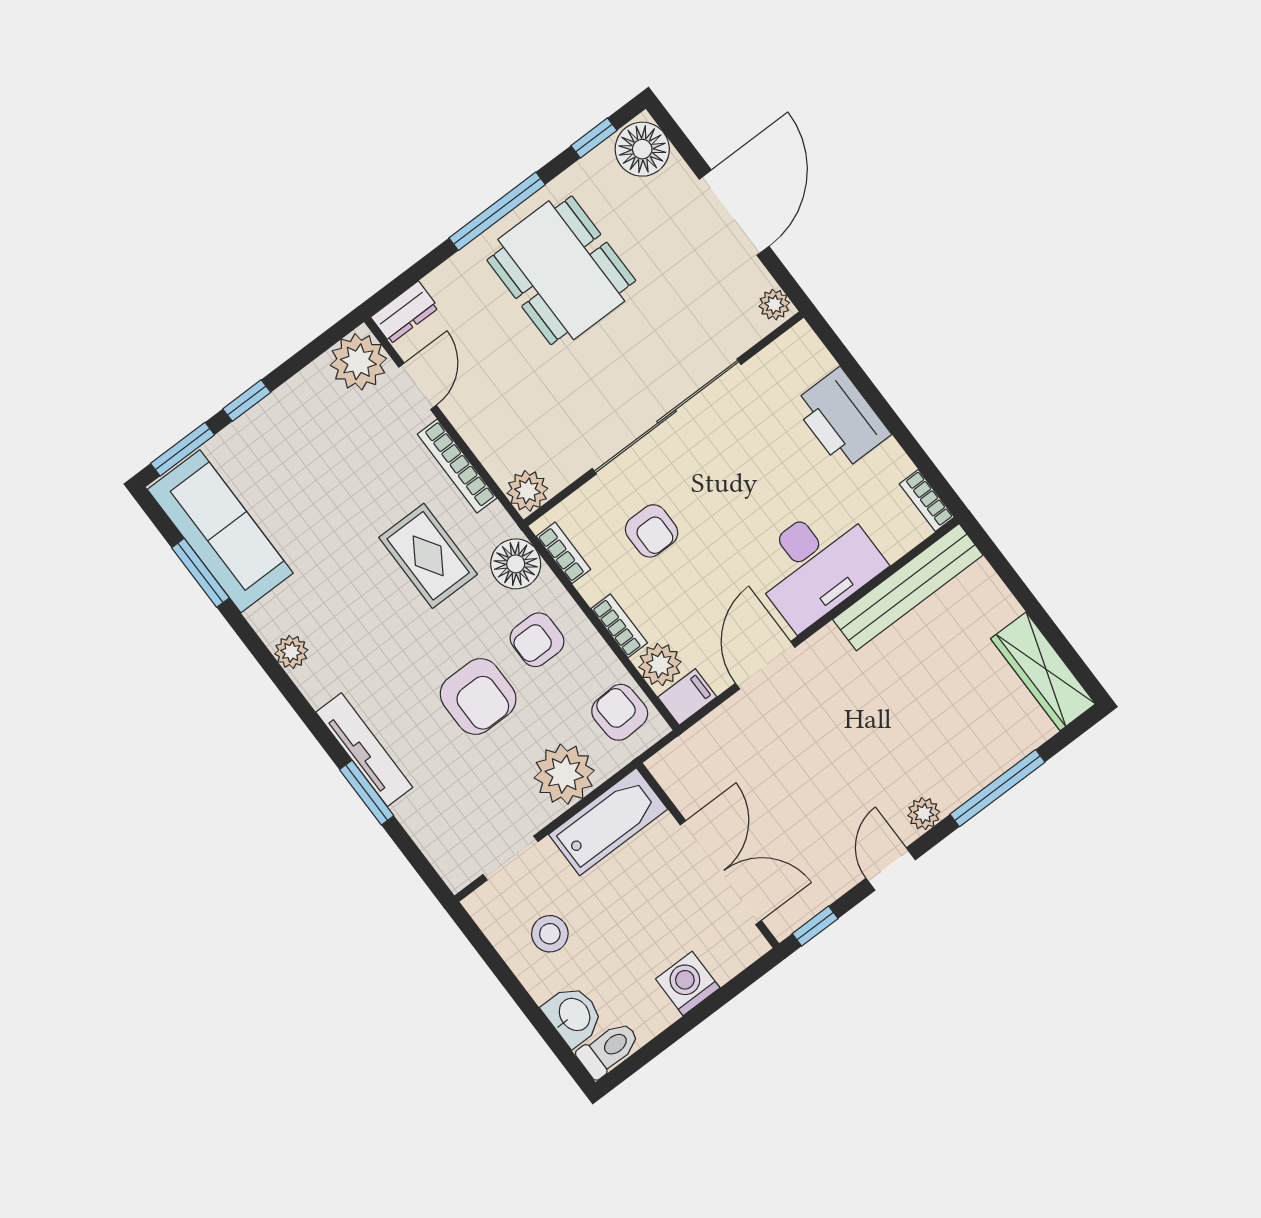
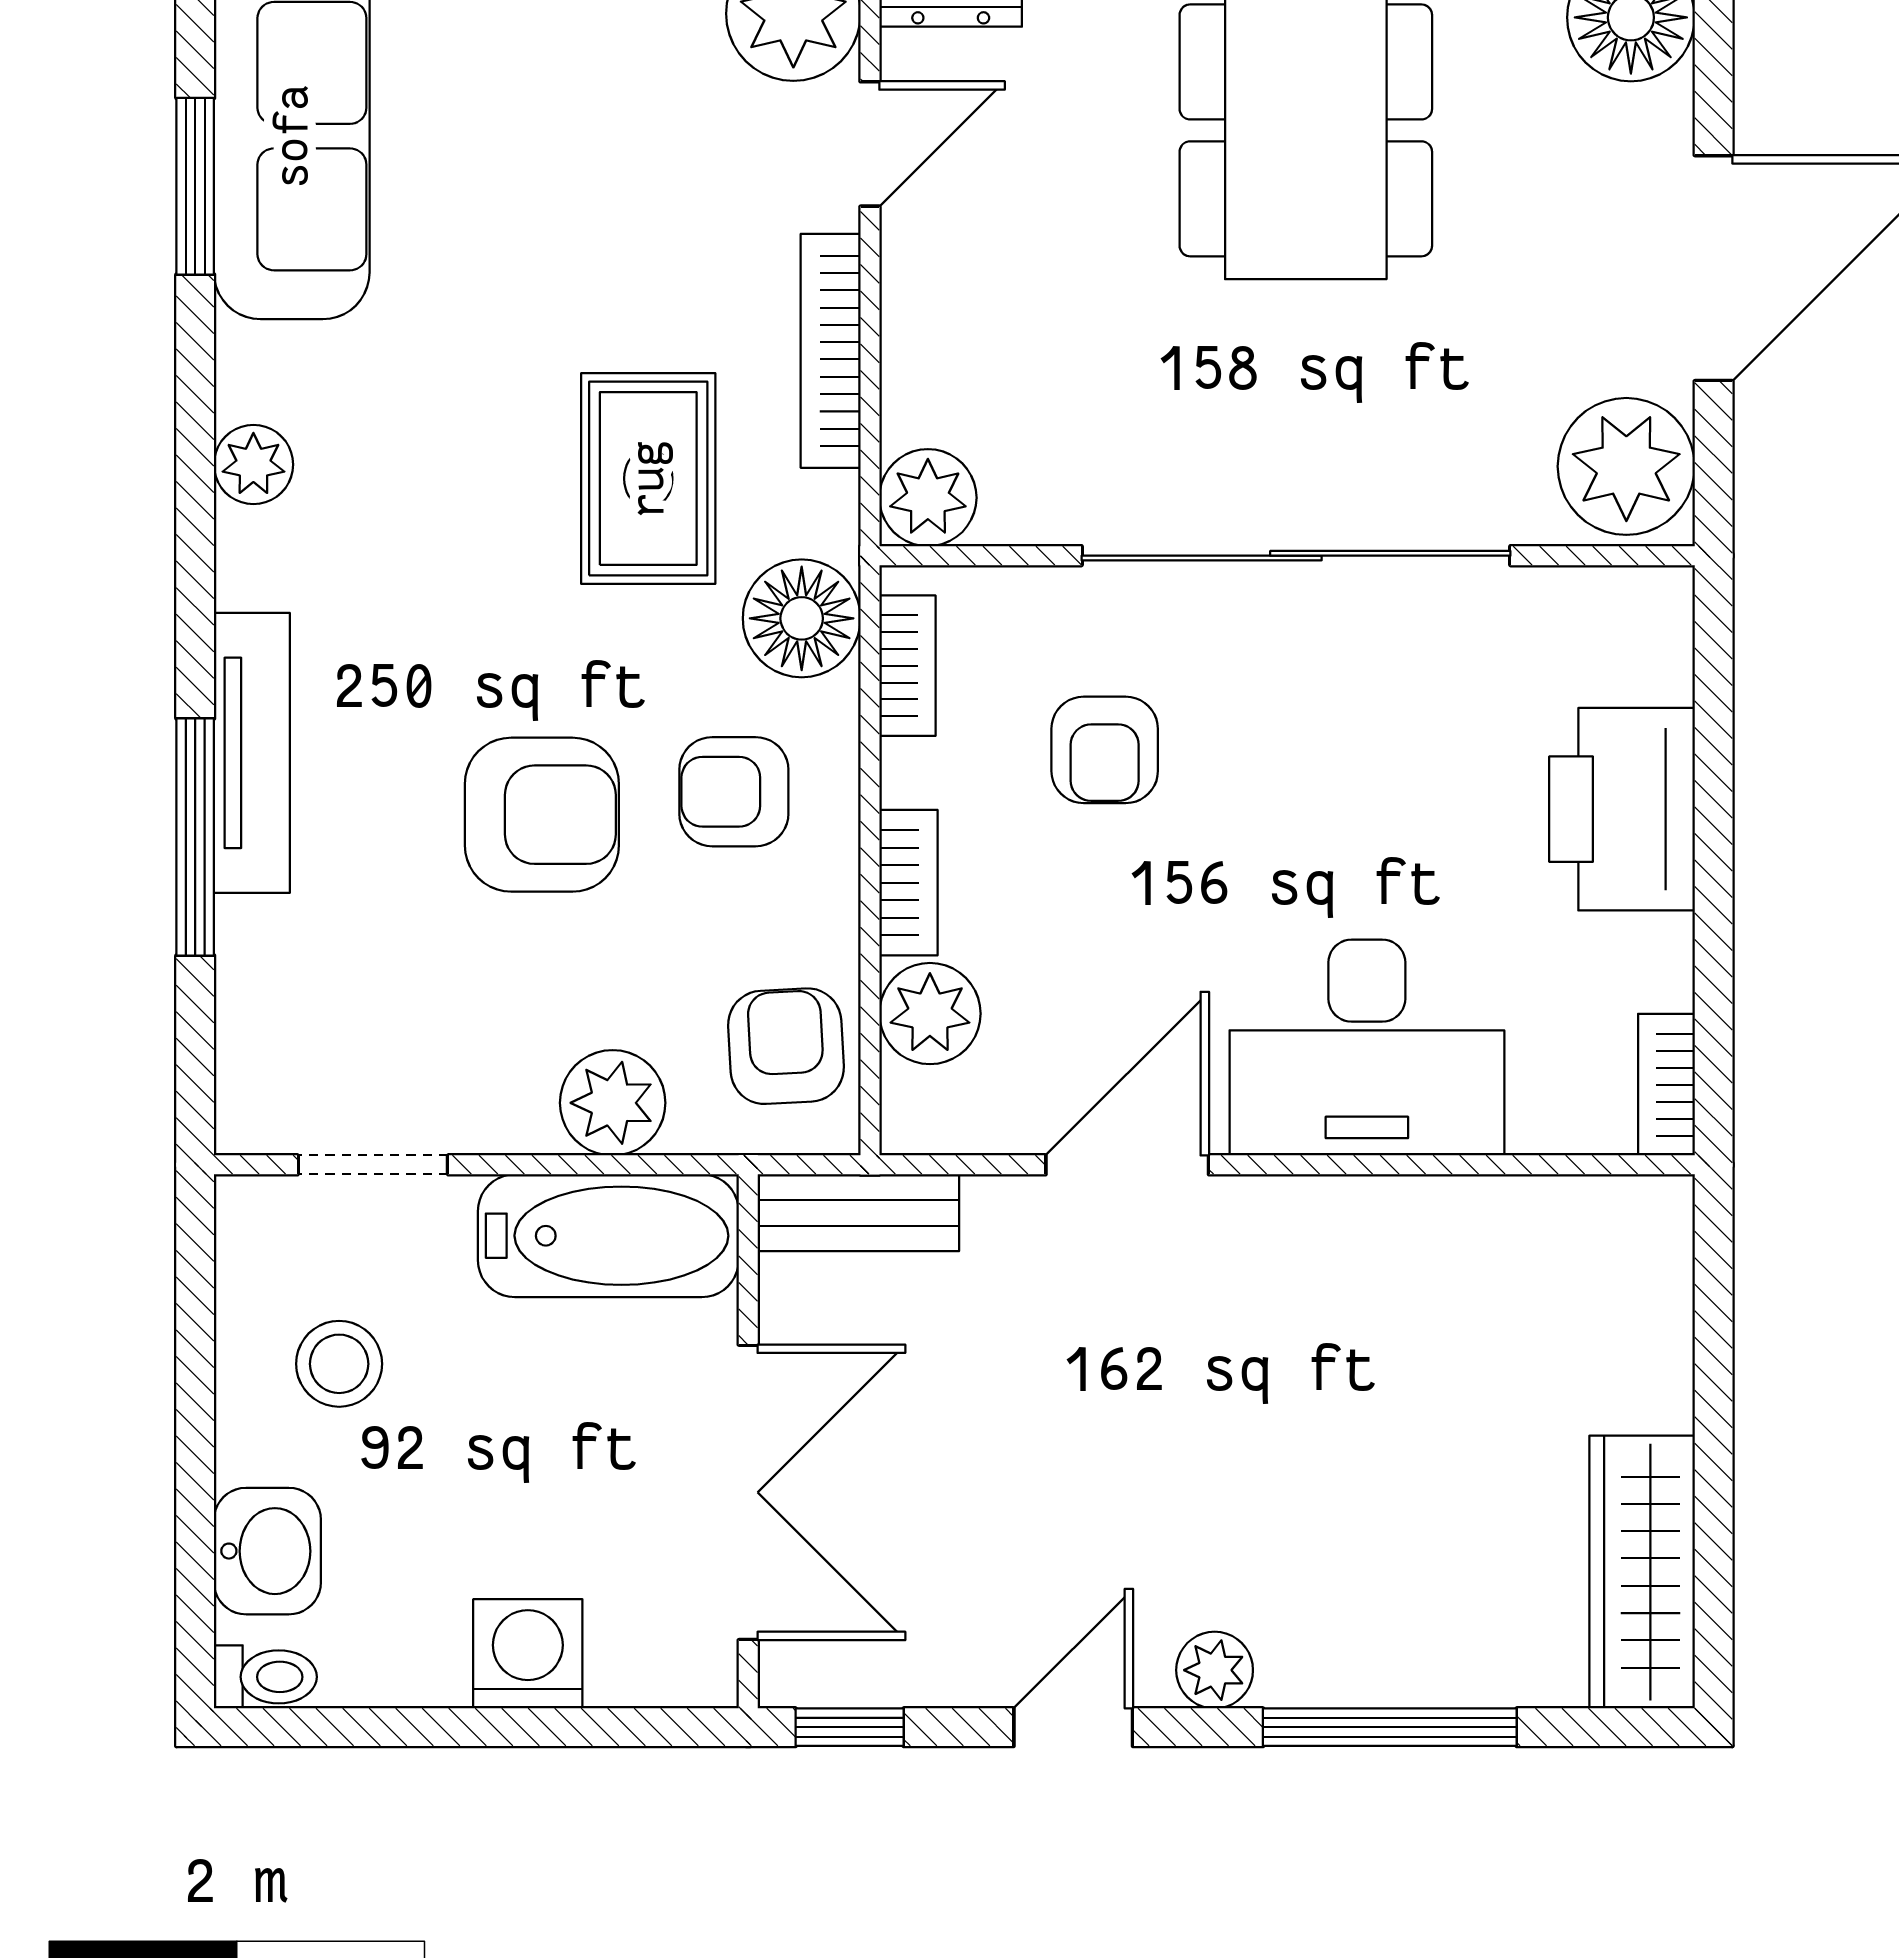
plant: (774, 305) -> (1626, 466), width x1.88, depth x1.88
bench: (908, 587) -> (858, 1213), moved, width x0.54, depth x0.82
armchair: (478, 697) -> (542, 815), turned -90
filing cabinet: (687, 697) -> (935, 1114), removed
plant: (564, 774) -> (613, 1103), width x0.73, depth x0.73
window: (367, 793) -> (195, 837), width x1.44
toilet: (609, 1049) -> (265, 1677), width x0.73, depth x0.72

